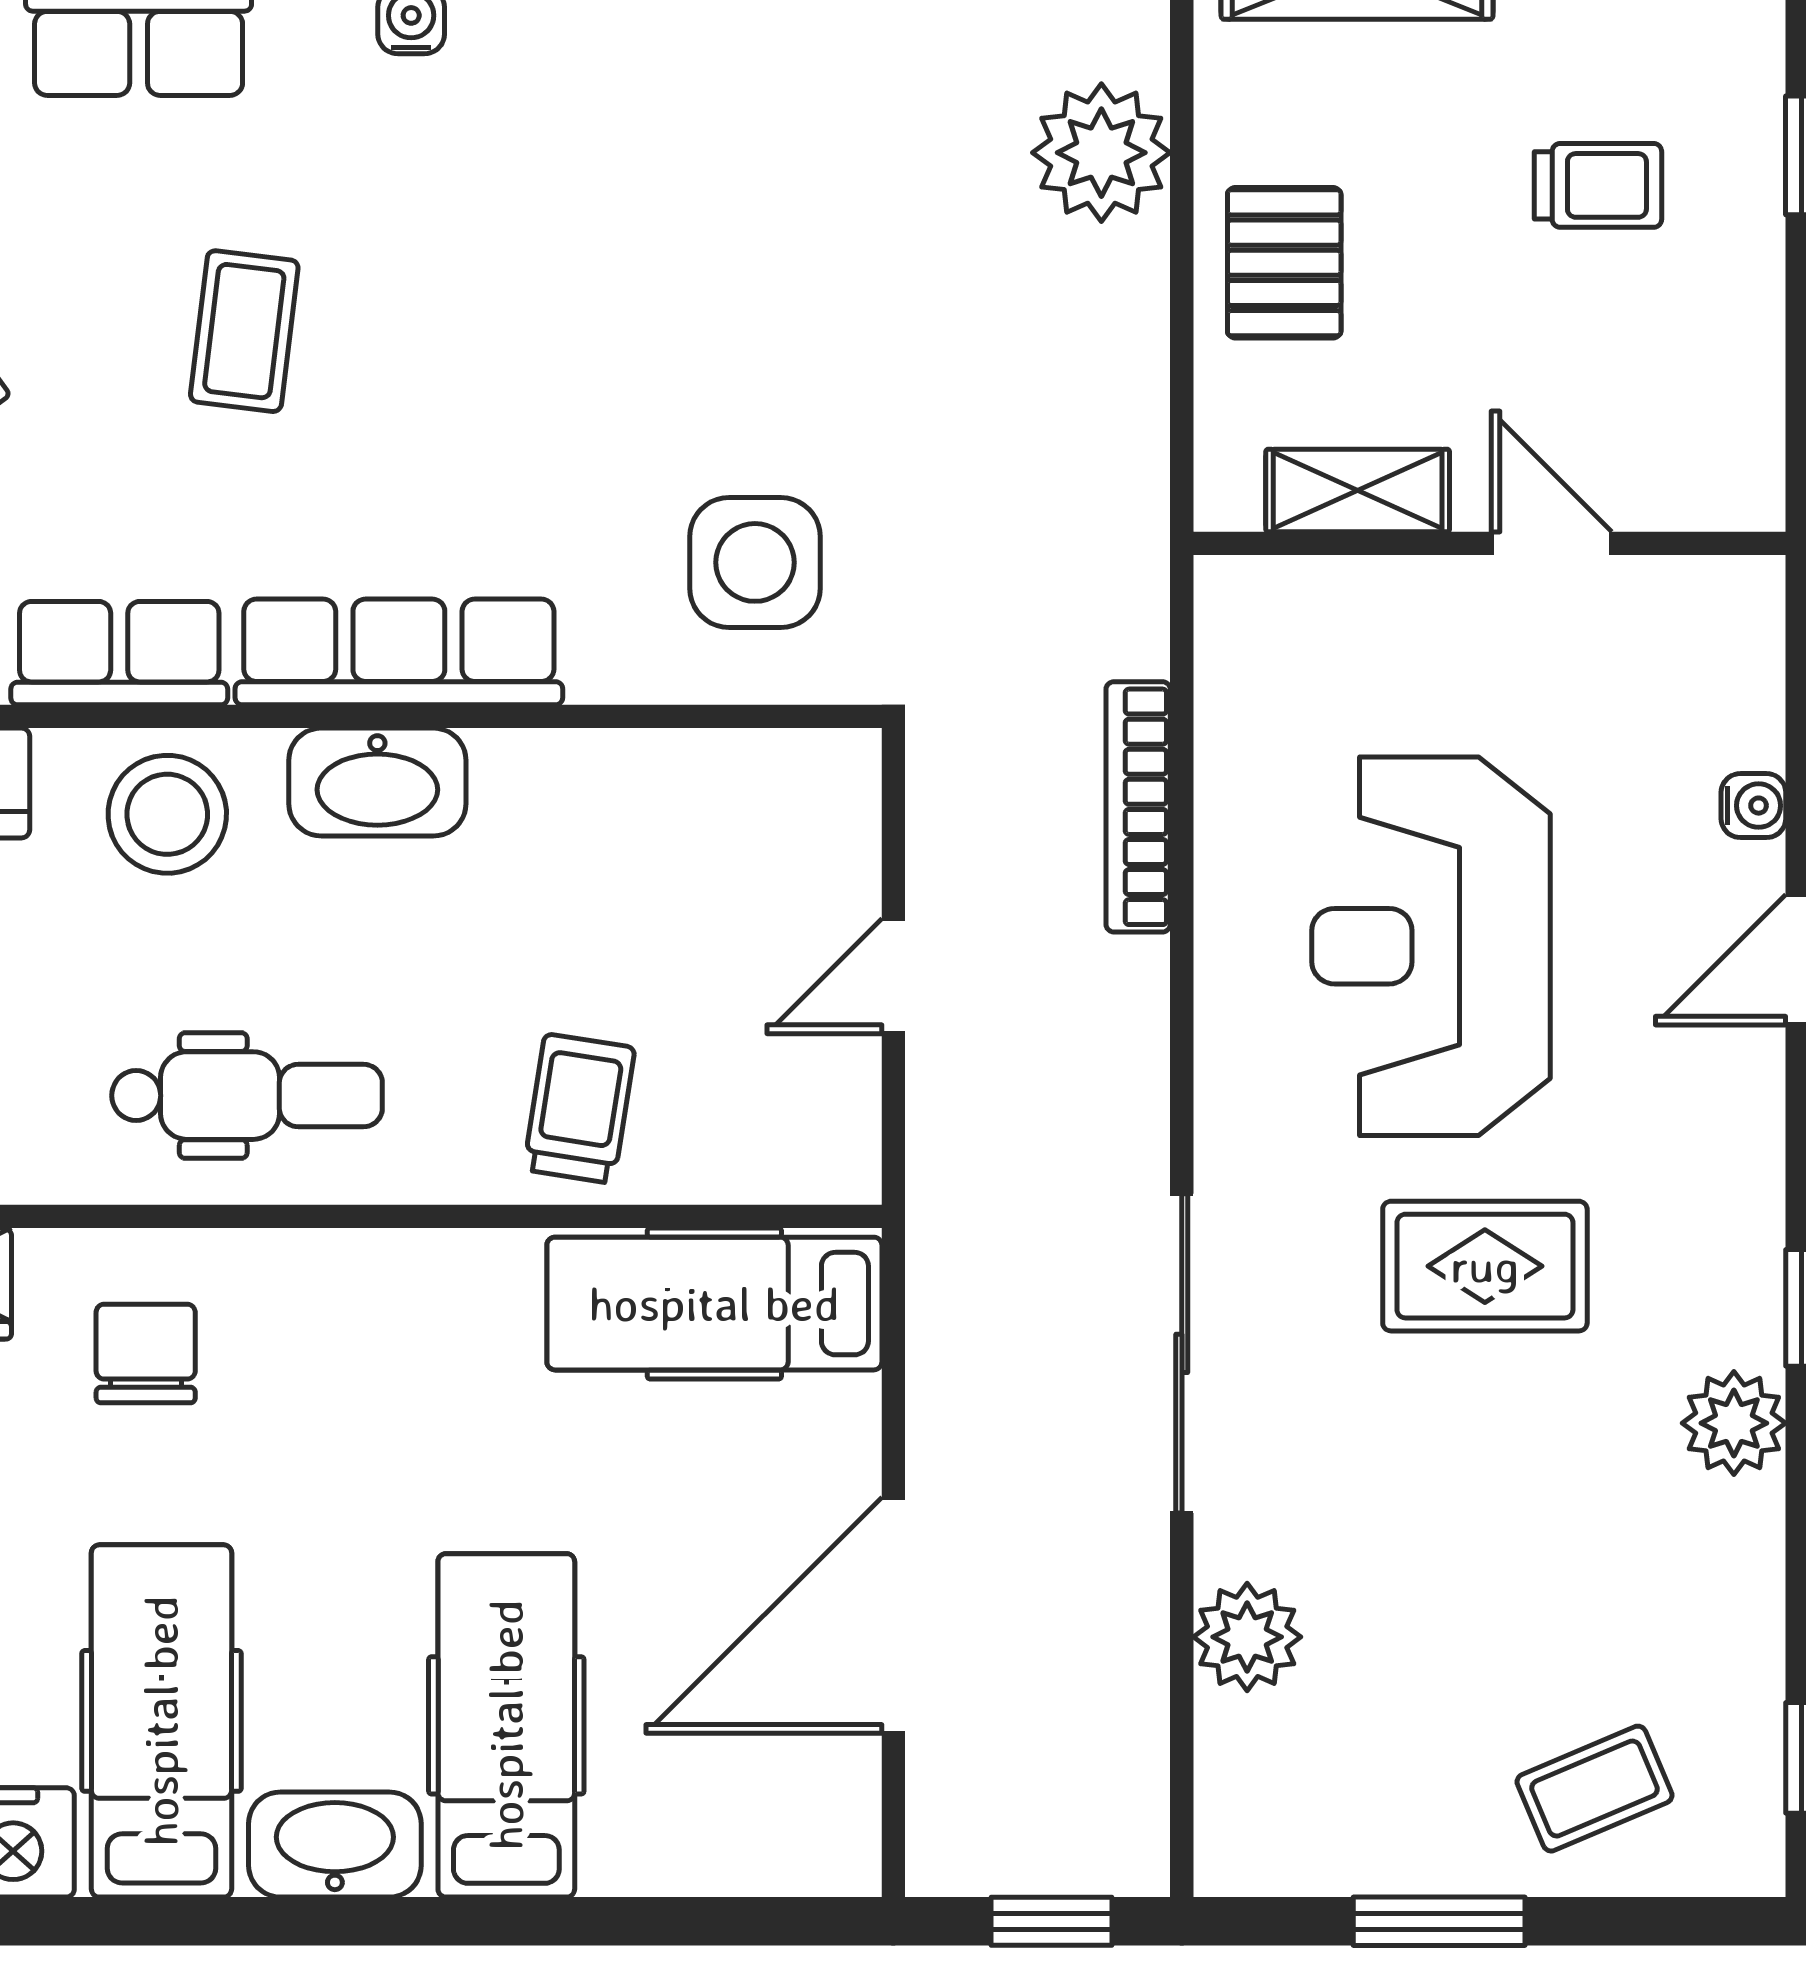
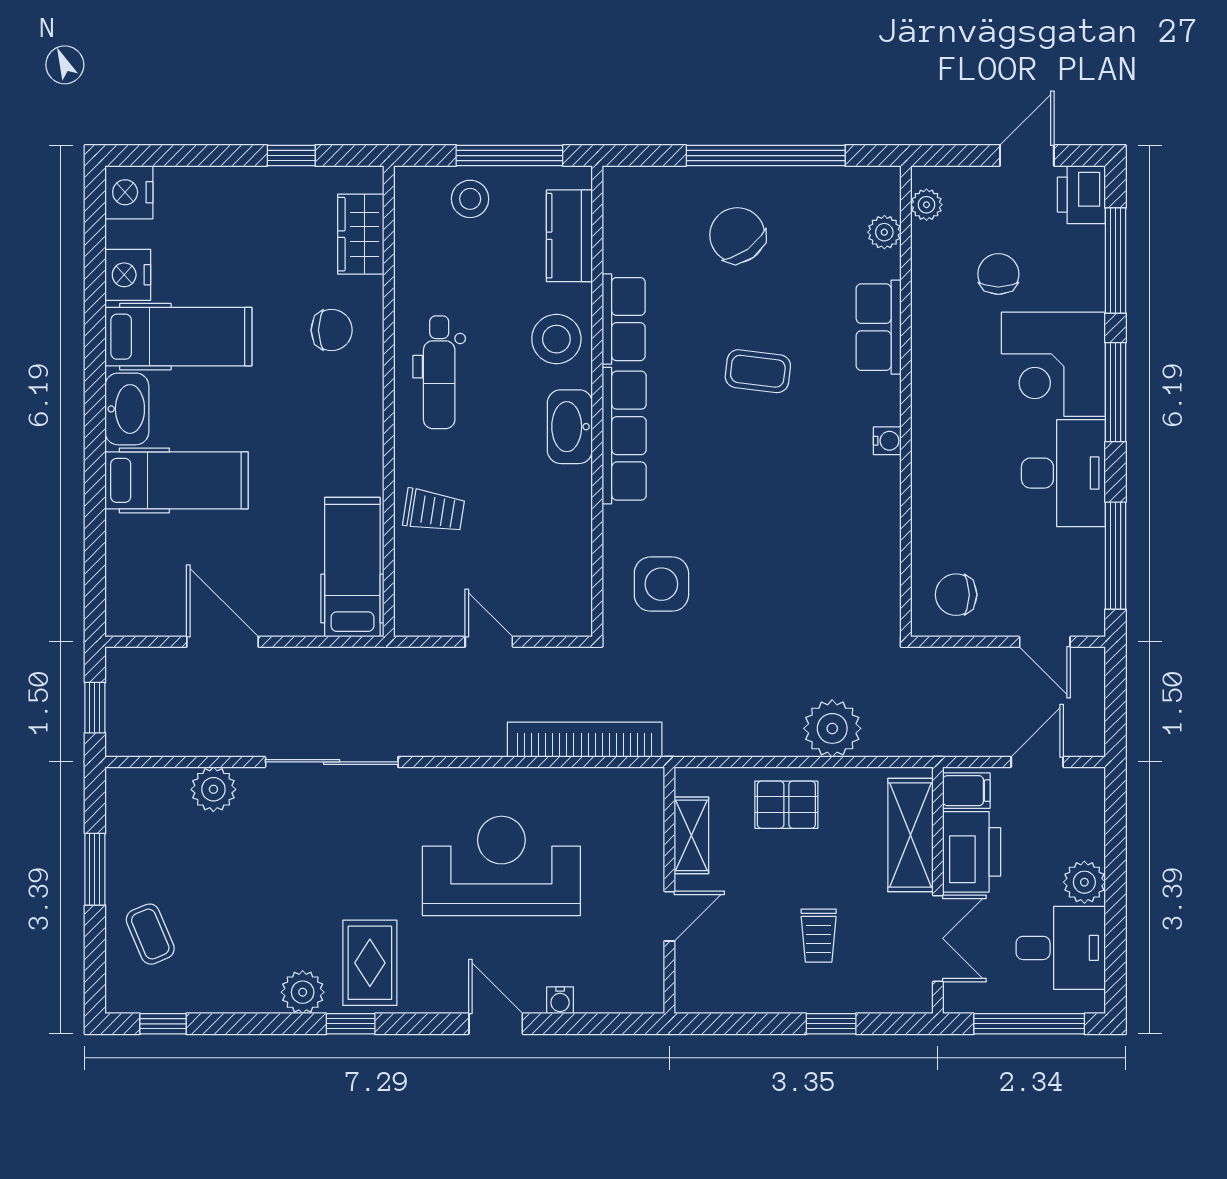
bookcase: (1138, 807) -> (585, 740), width x1.48, depth x1.31
rug: (1485, 1266) -> (370, 963), moved
door: (893, 1615) -> (222, 642), width x0.73

